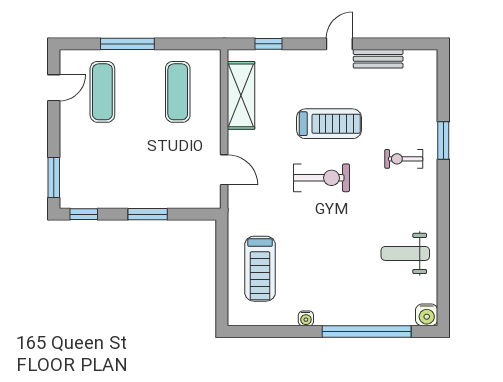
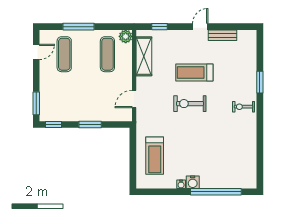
plant: (209, 61) -> (126, 36), added
treadmill: (329, 124) -> (194, 73), turned 180
exercise bike: (404, 159) -> (243, 107), moved
door: (224, 170) -> (134, 99), swing flipped
exercise bike: (321, 178) -> (190, 104), turned 180
weight bench: (405, 253) -> (238, 147), removed
water cooler: (427, 315) -> (193, 182), moved

